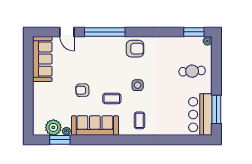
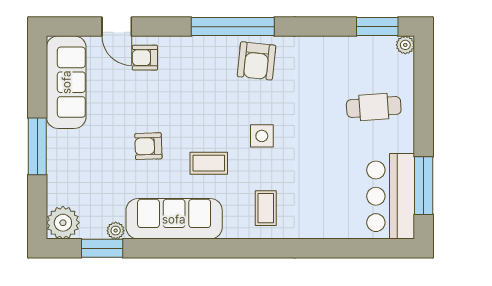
window: (105, 32) -> (233, 27), moved
armchair: (81, 47) -> (145, 58), added
armchair: (135, 49) -> (256, 61), turned 96
window: (28, 90) -> (37, 146), added
plant: (53, 127) -> (63, 223), moved

